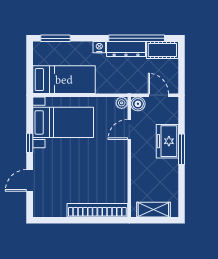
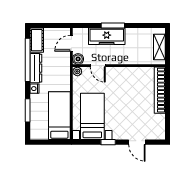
window: (55, 38) -> (28, 110), moved
freezer: (167, 141) -> (107, 36), width x1.40

